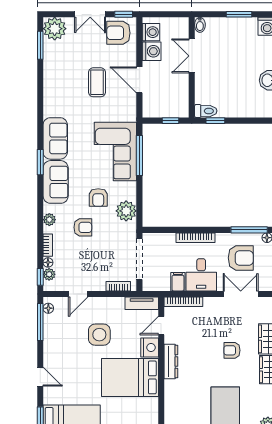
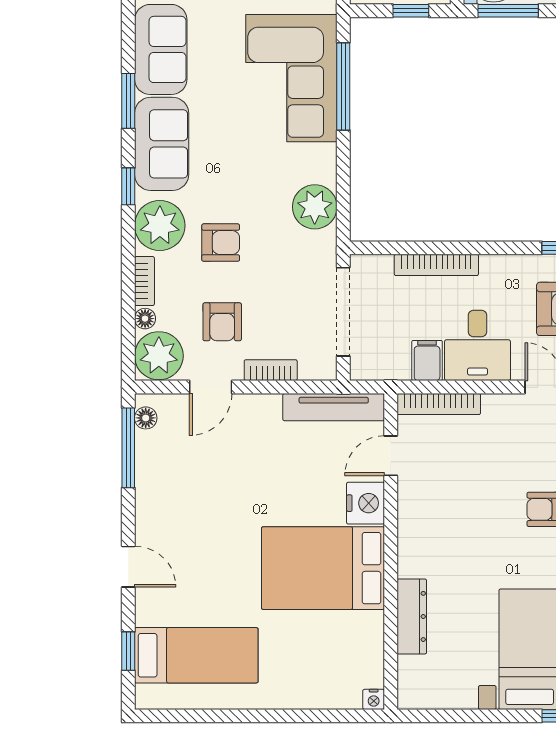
window: (215, 121) -> (508, 11), width x1.50
armchair: (98, 197) -> (222, 322), moved
plant: (49, 220) -> (160, 226), width x1.87, depth x1.87
bookcase: (195, 238) -> (436, 265), moved
plant: (49, 274) -> (159, 356), width x1.87, depth x1.87
window: (40, 277) -> (128, 186), moved
bookcase: (118, 286) -> (271, 370), moved
tv unit: (142, 303) -> (334, 407), width x1.41
side table: (99, 335) -> (256, 475), removed
dresser: (171, 361) -> (412, 616), moved

